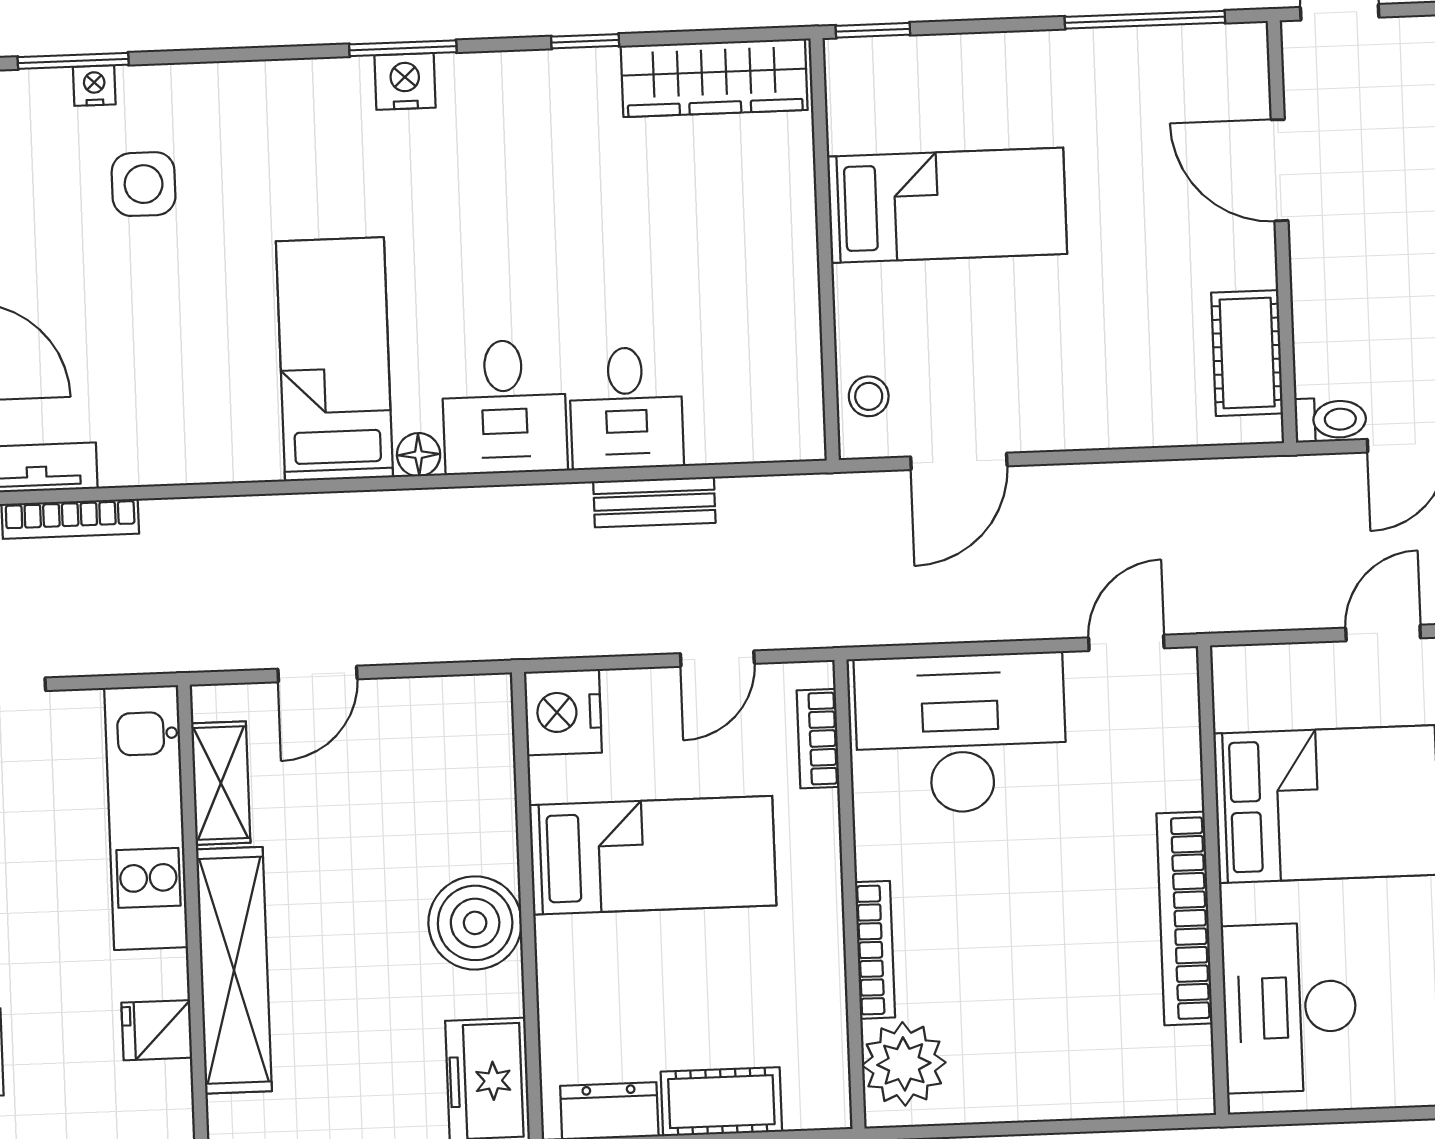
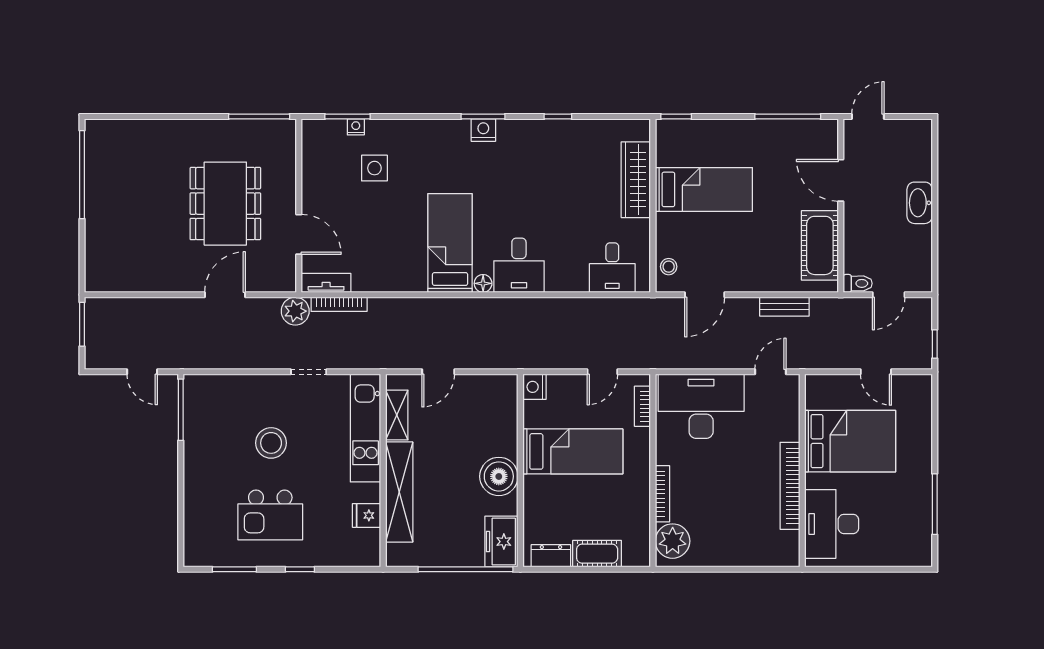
wardrobe: (714, 78) -> (636, 180), moved, turned 90
cot: (1247, 353) -> (820, 245), width x1.37, depth x1.34
desk: (626, 408) -> (612, 268), moved
bench: (654, 502) -> (784, 307), moved
door: (1383, 633) -> (876, 372), swing flipped
nightstand: (563, 712) -> (534, 387), width x0.74, depth x0.75

